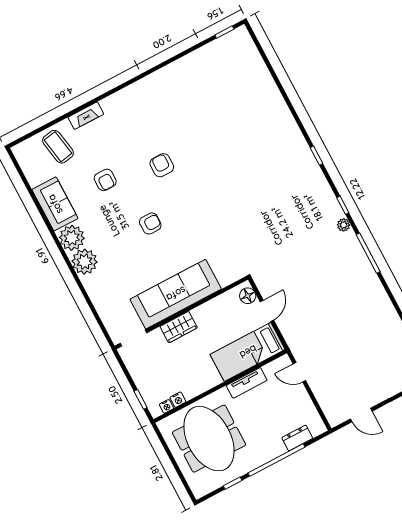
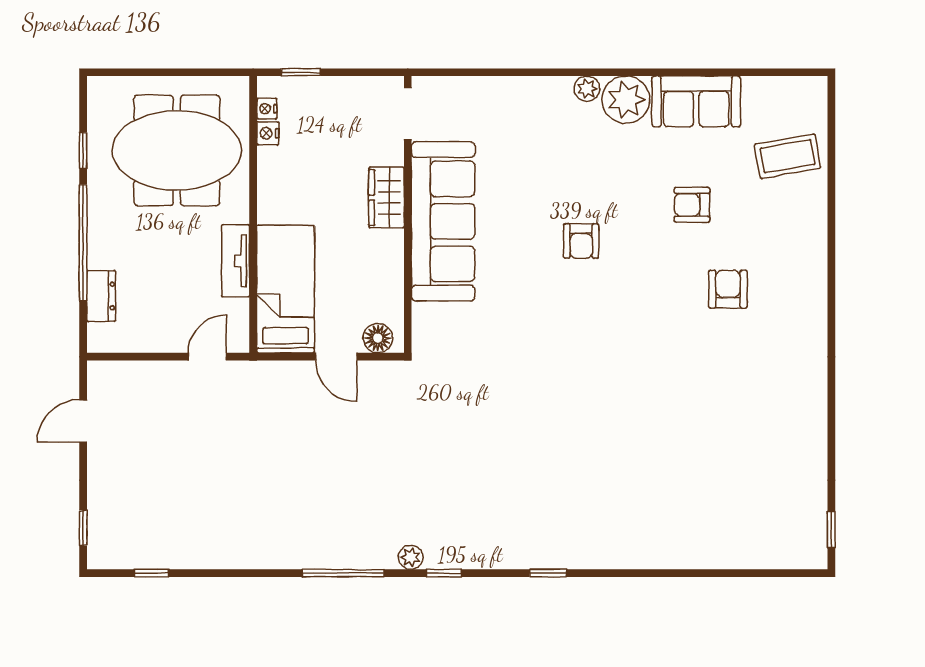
fireplace: (86, 116) -> (814, 229), removed
armchair: (162, 165) -> (728, 289), moved, turned -90
plant: (84, 262) -> (587, 89), width x0.53, depth x0.53

